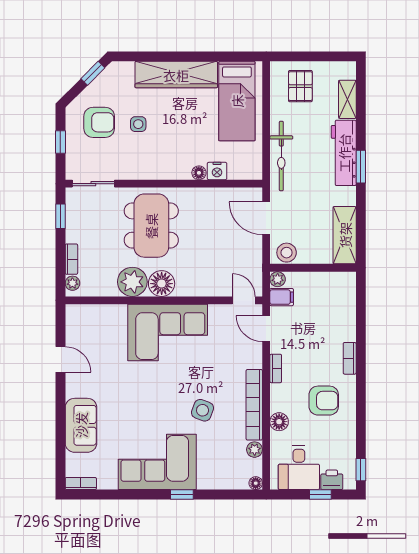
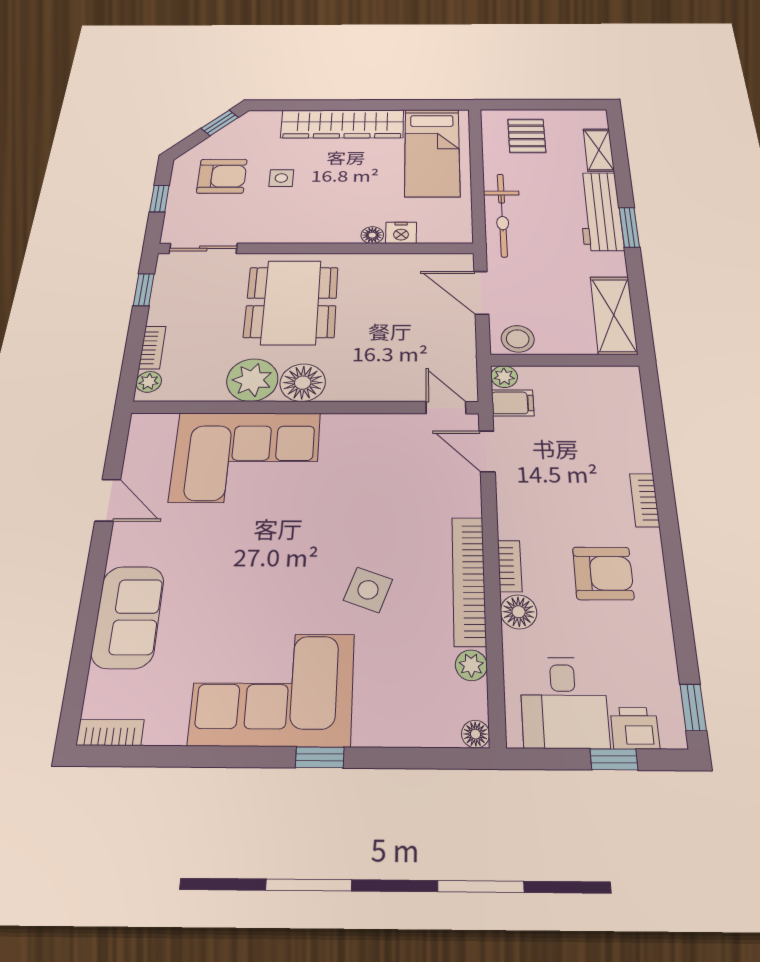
corner sofa: (168, 332) -> (246, 457), moved
bookcase: (276, 368) -> (510, 566), moved

